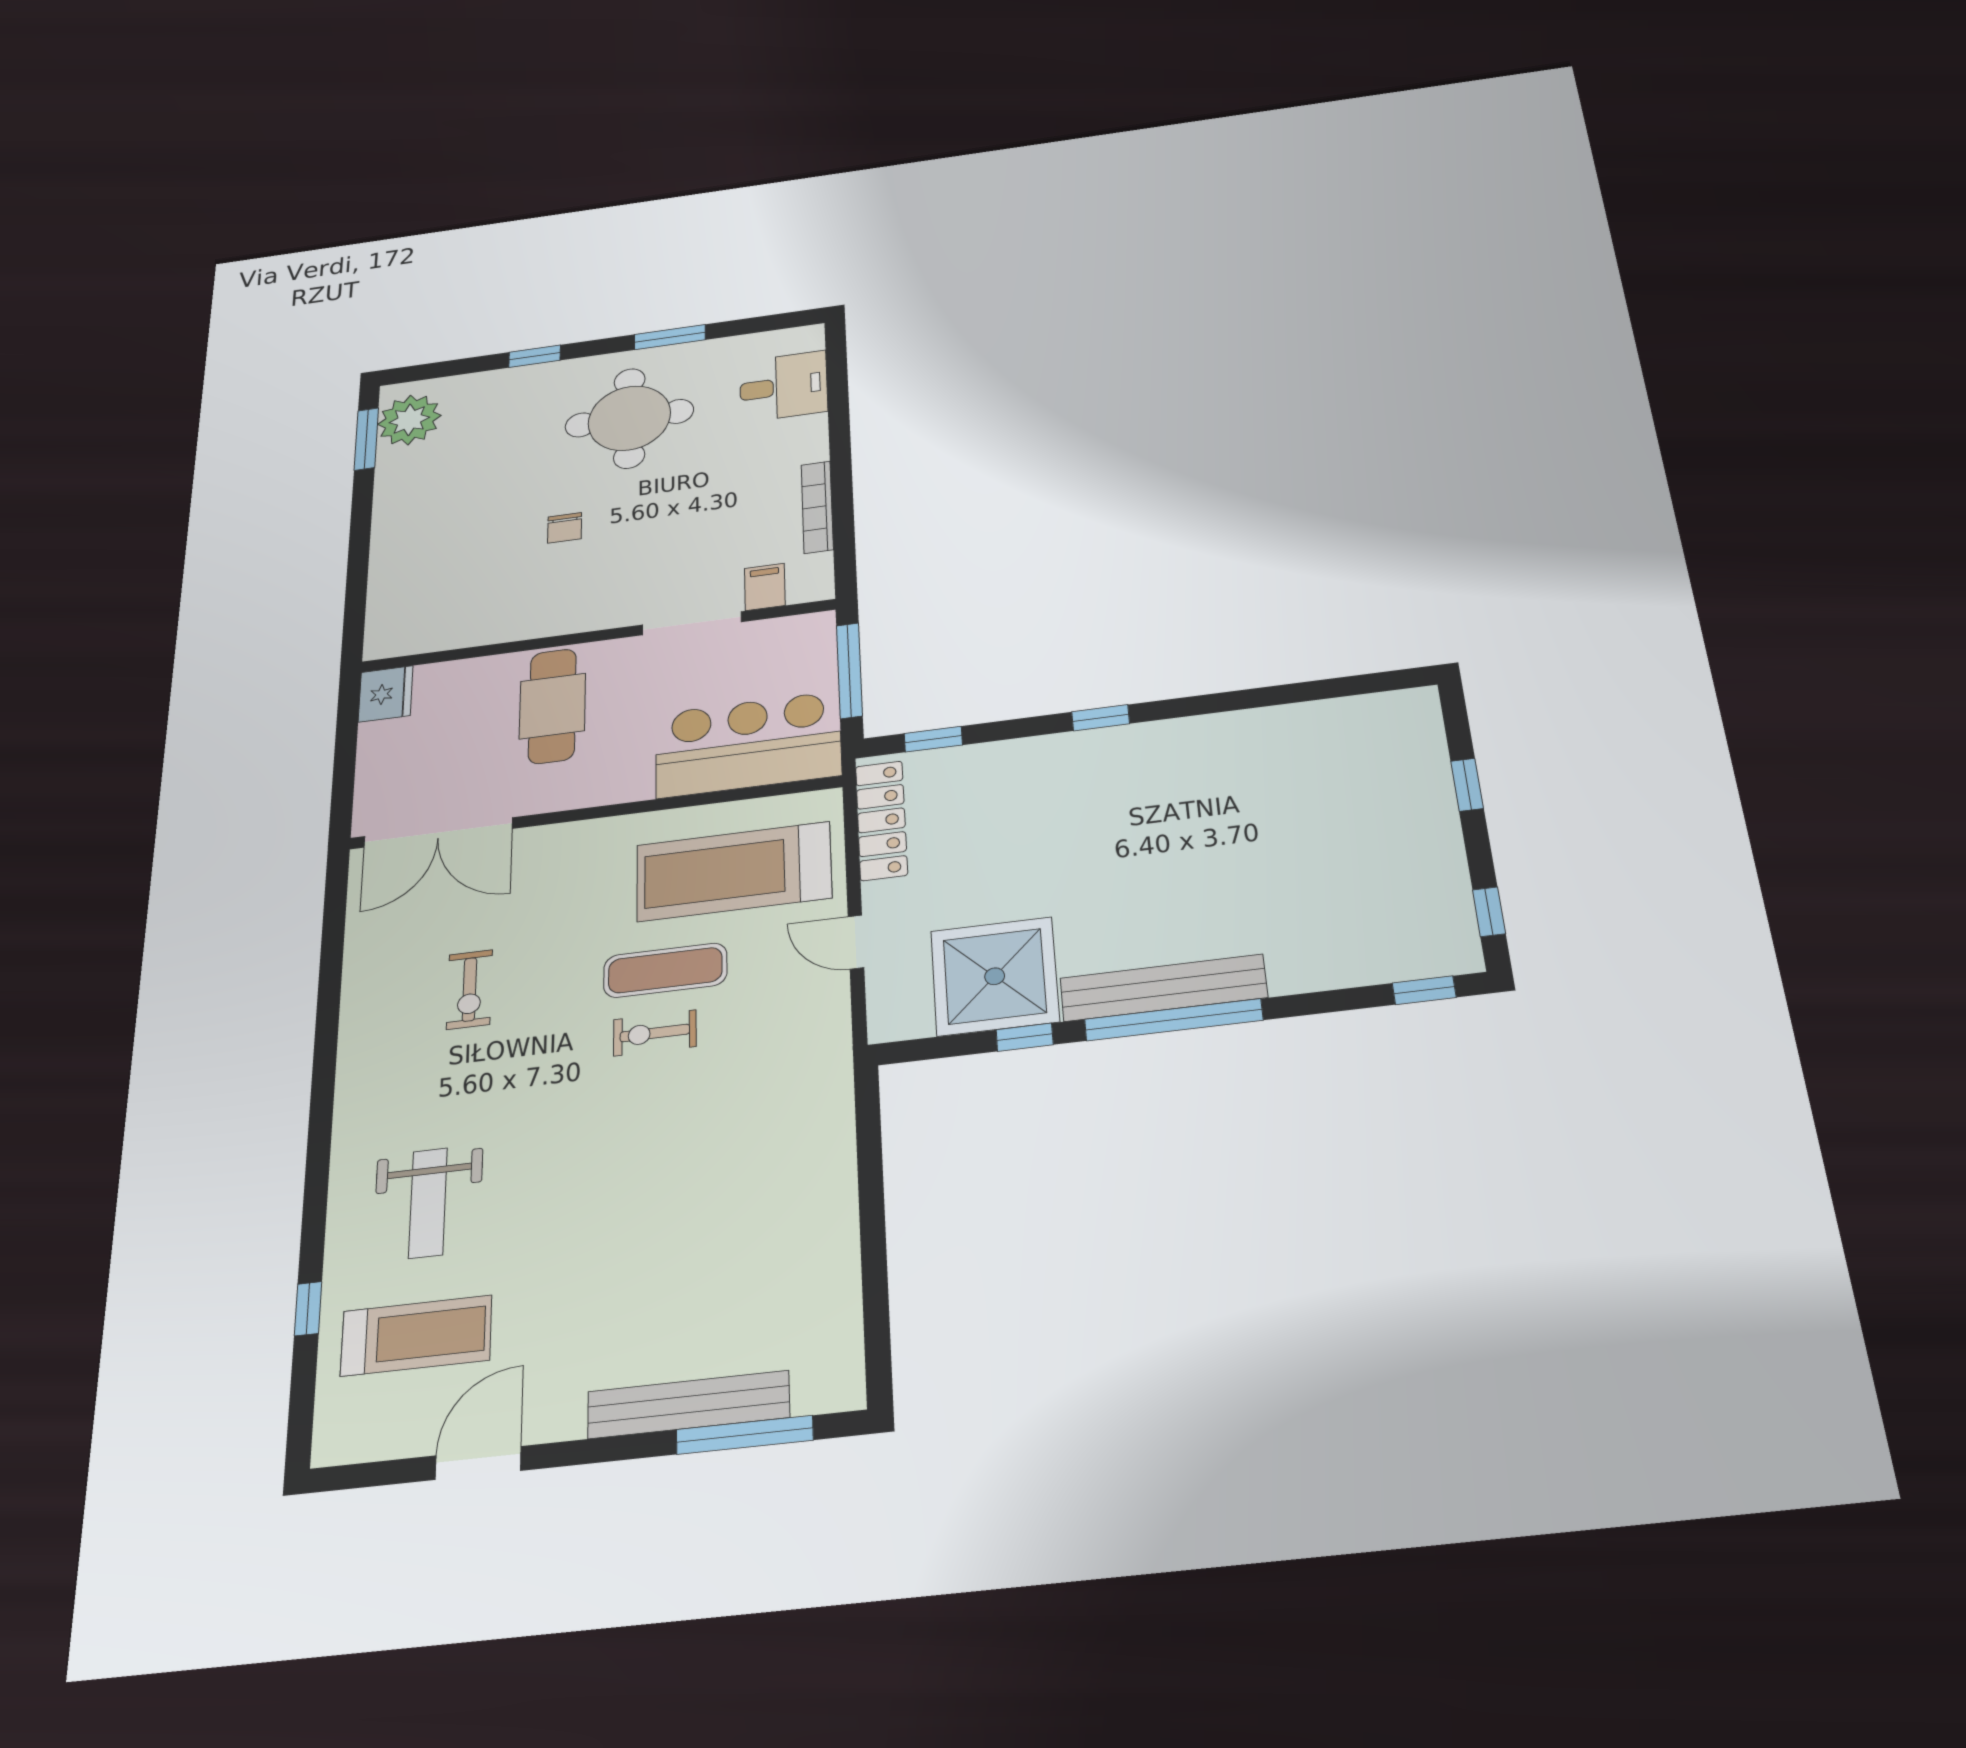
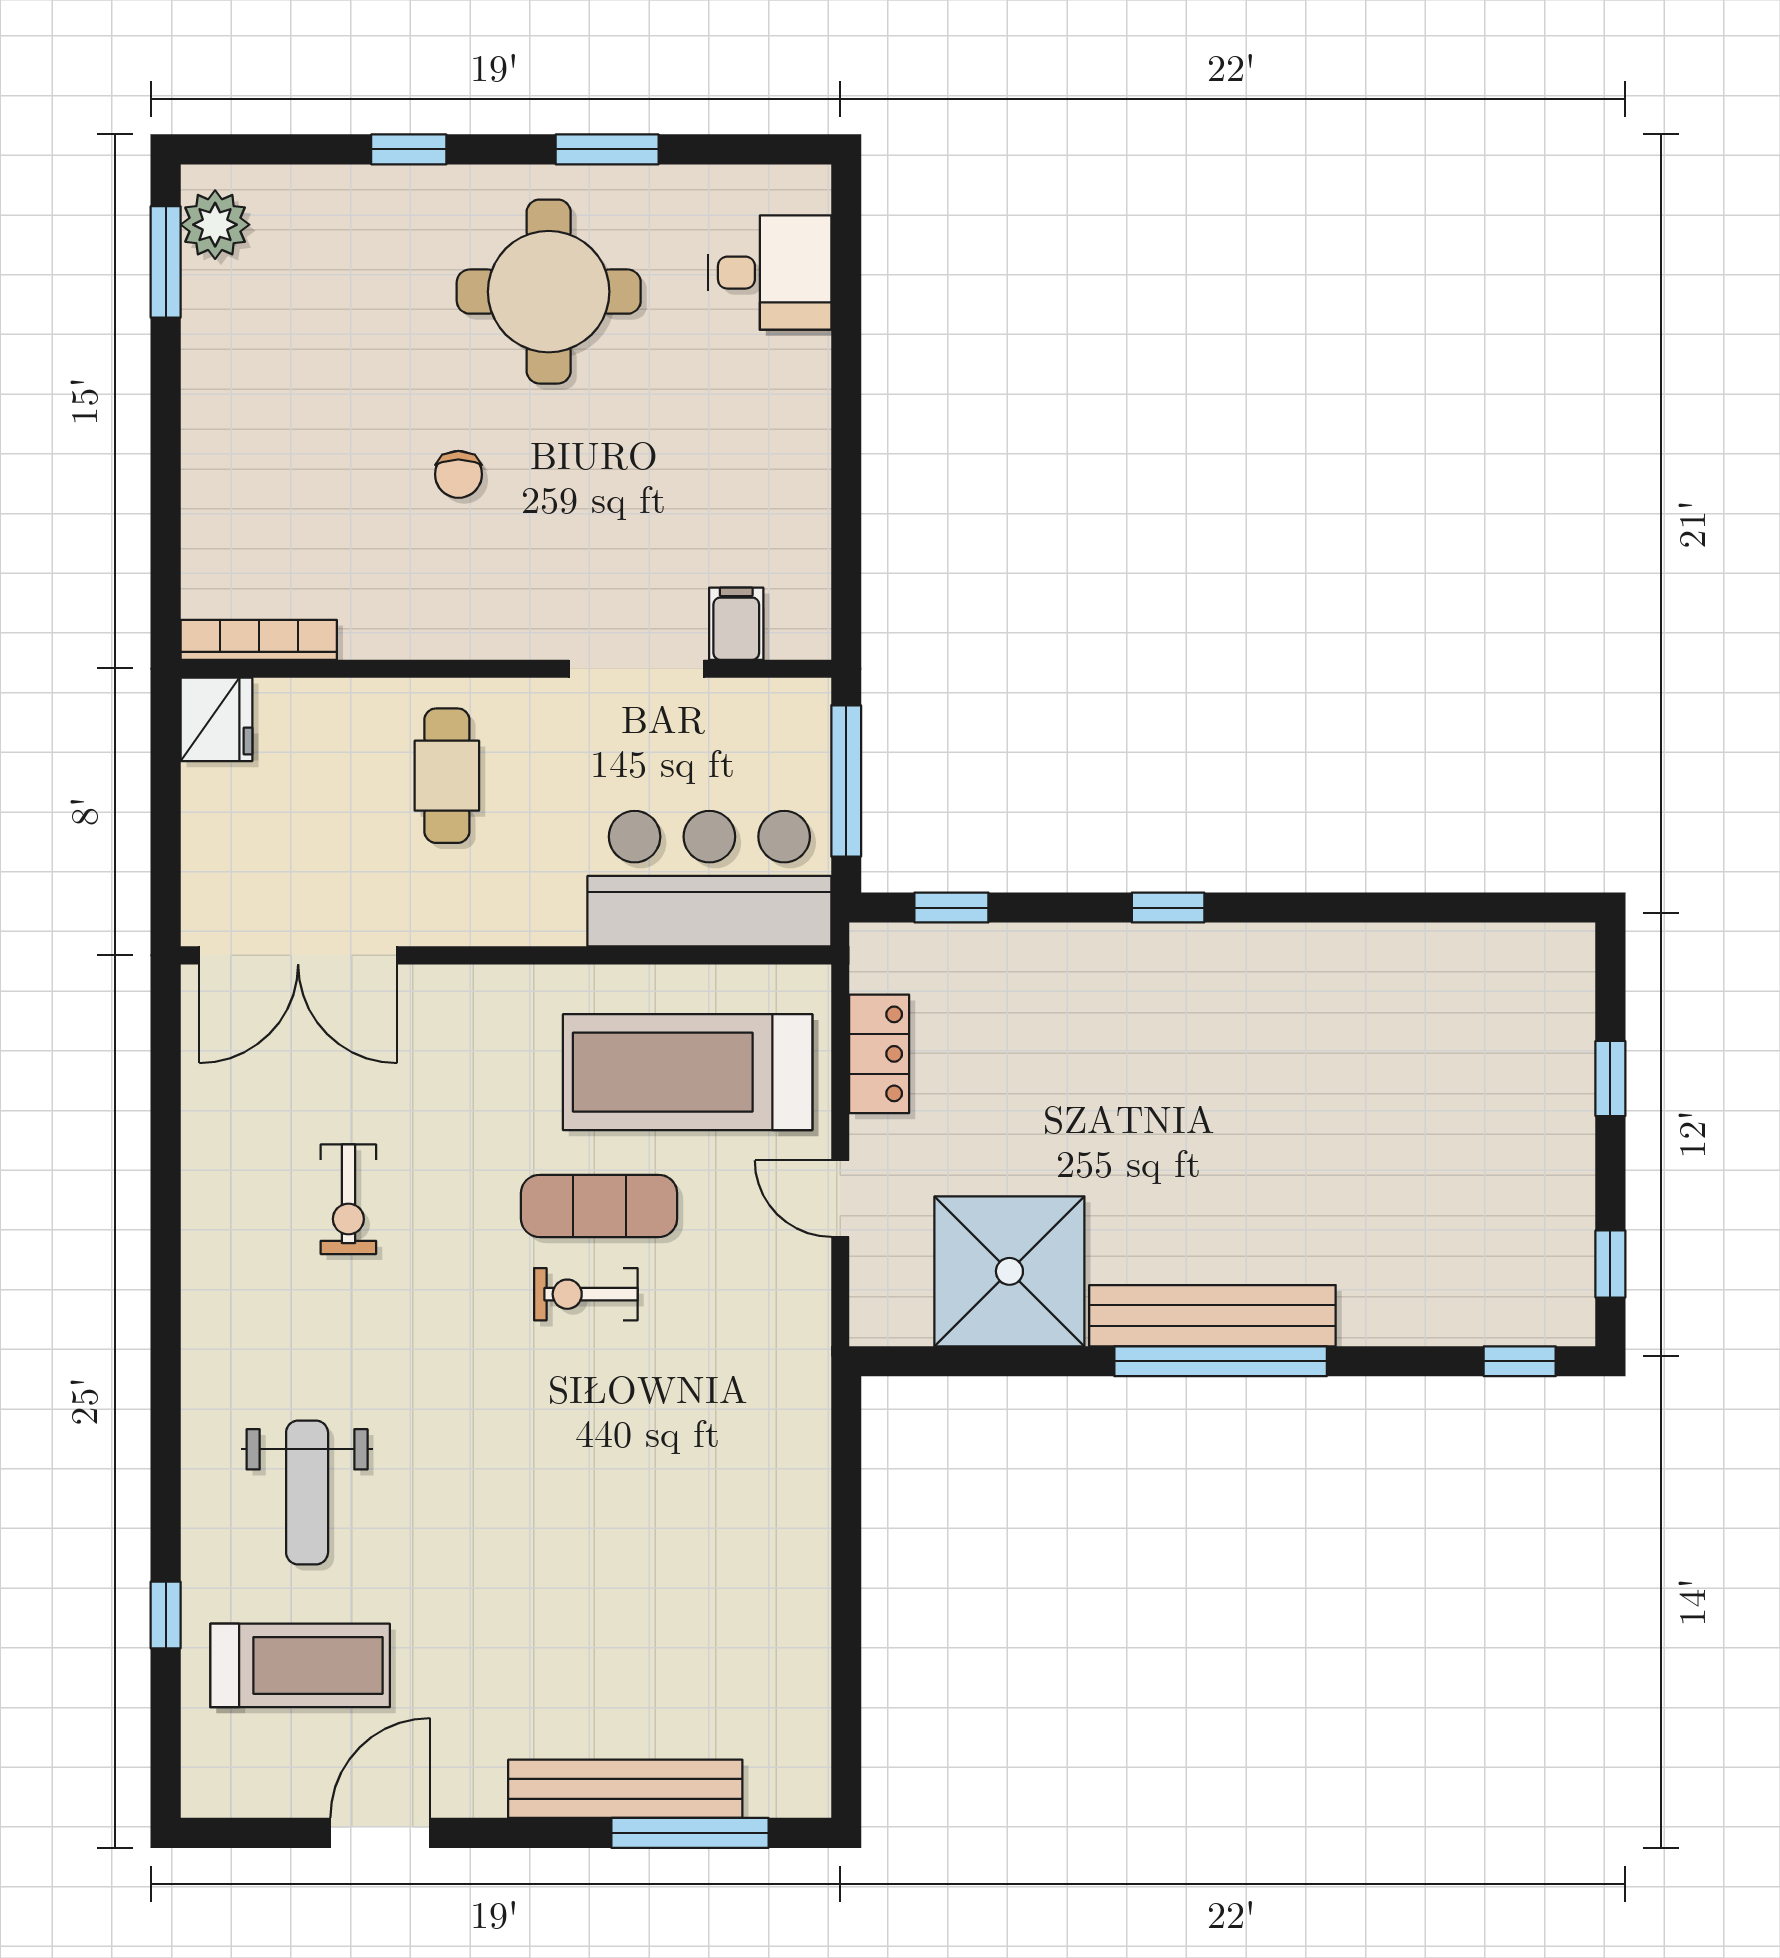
plant: (409, 420) -> (215, 225), width x0.73, depth x0.73
bookcase: (817, 507) -> (259, 640), moved, turned 90
cafe table: (552, 706) -> (447, 776), width x0.73, depth x0.74
locker: (881, 820) -> (879, 1054), width x0.66
window: (1025, 1037) -> (1040, 1361), removed

